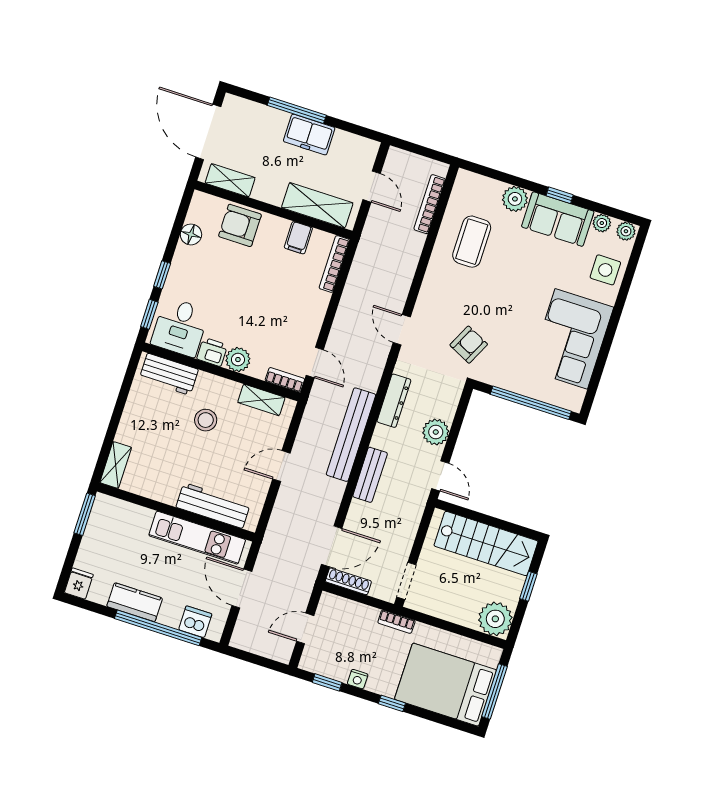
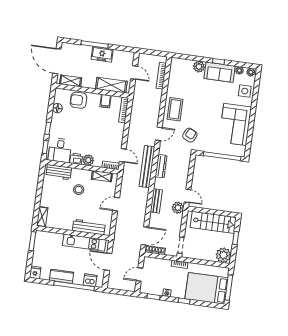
coffee table: (472, 242) -> (175, 109), moved
door: (402, 330) -> (159, 134), swing flipped
plant: (436, 432) -> (178, 208), moved
bench: (351, 435) -> (147, 167), moved

